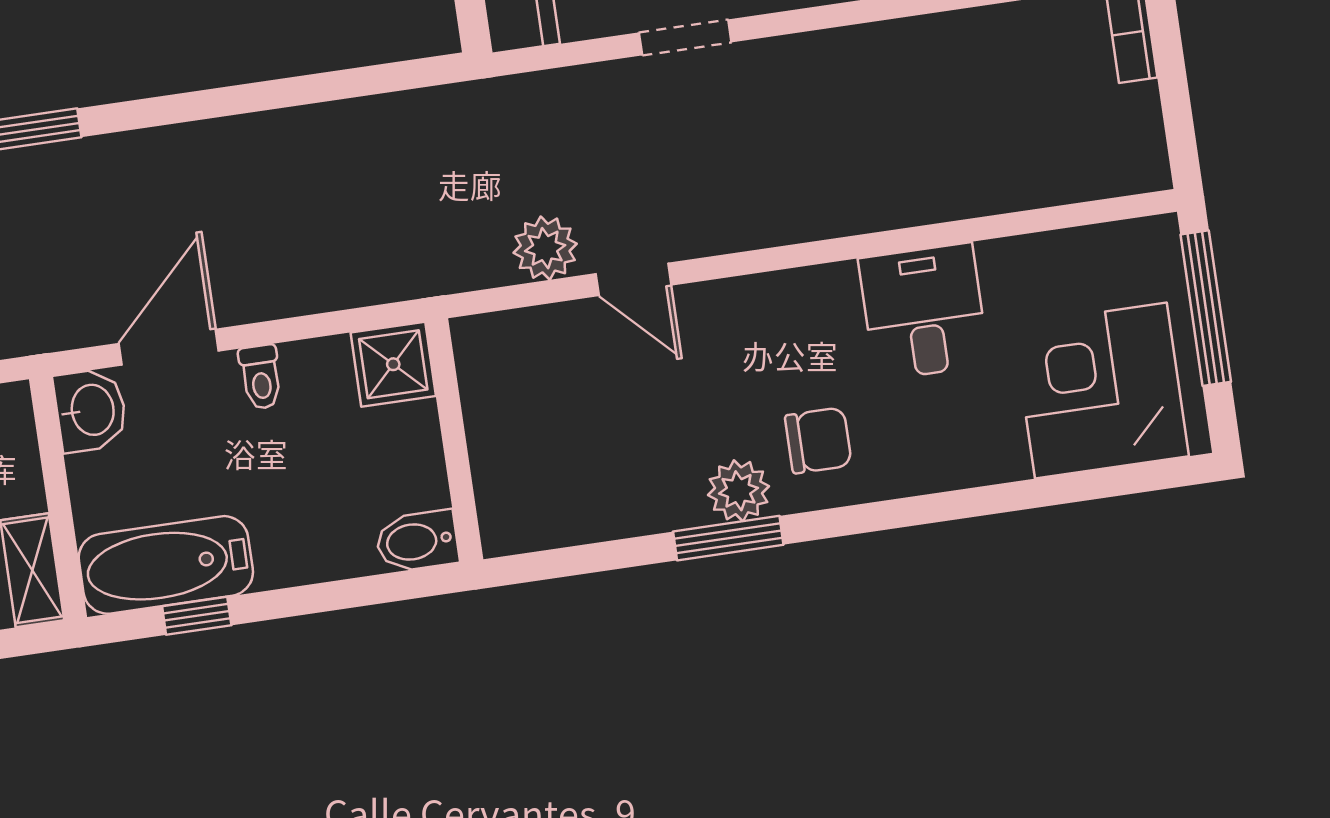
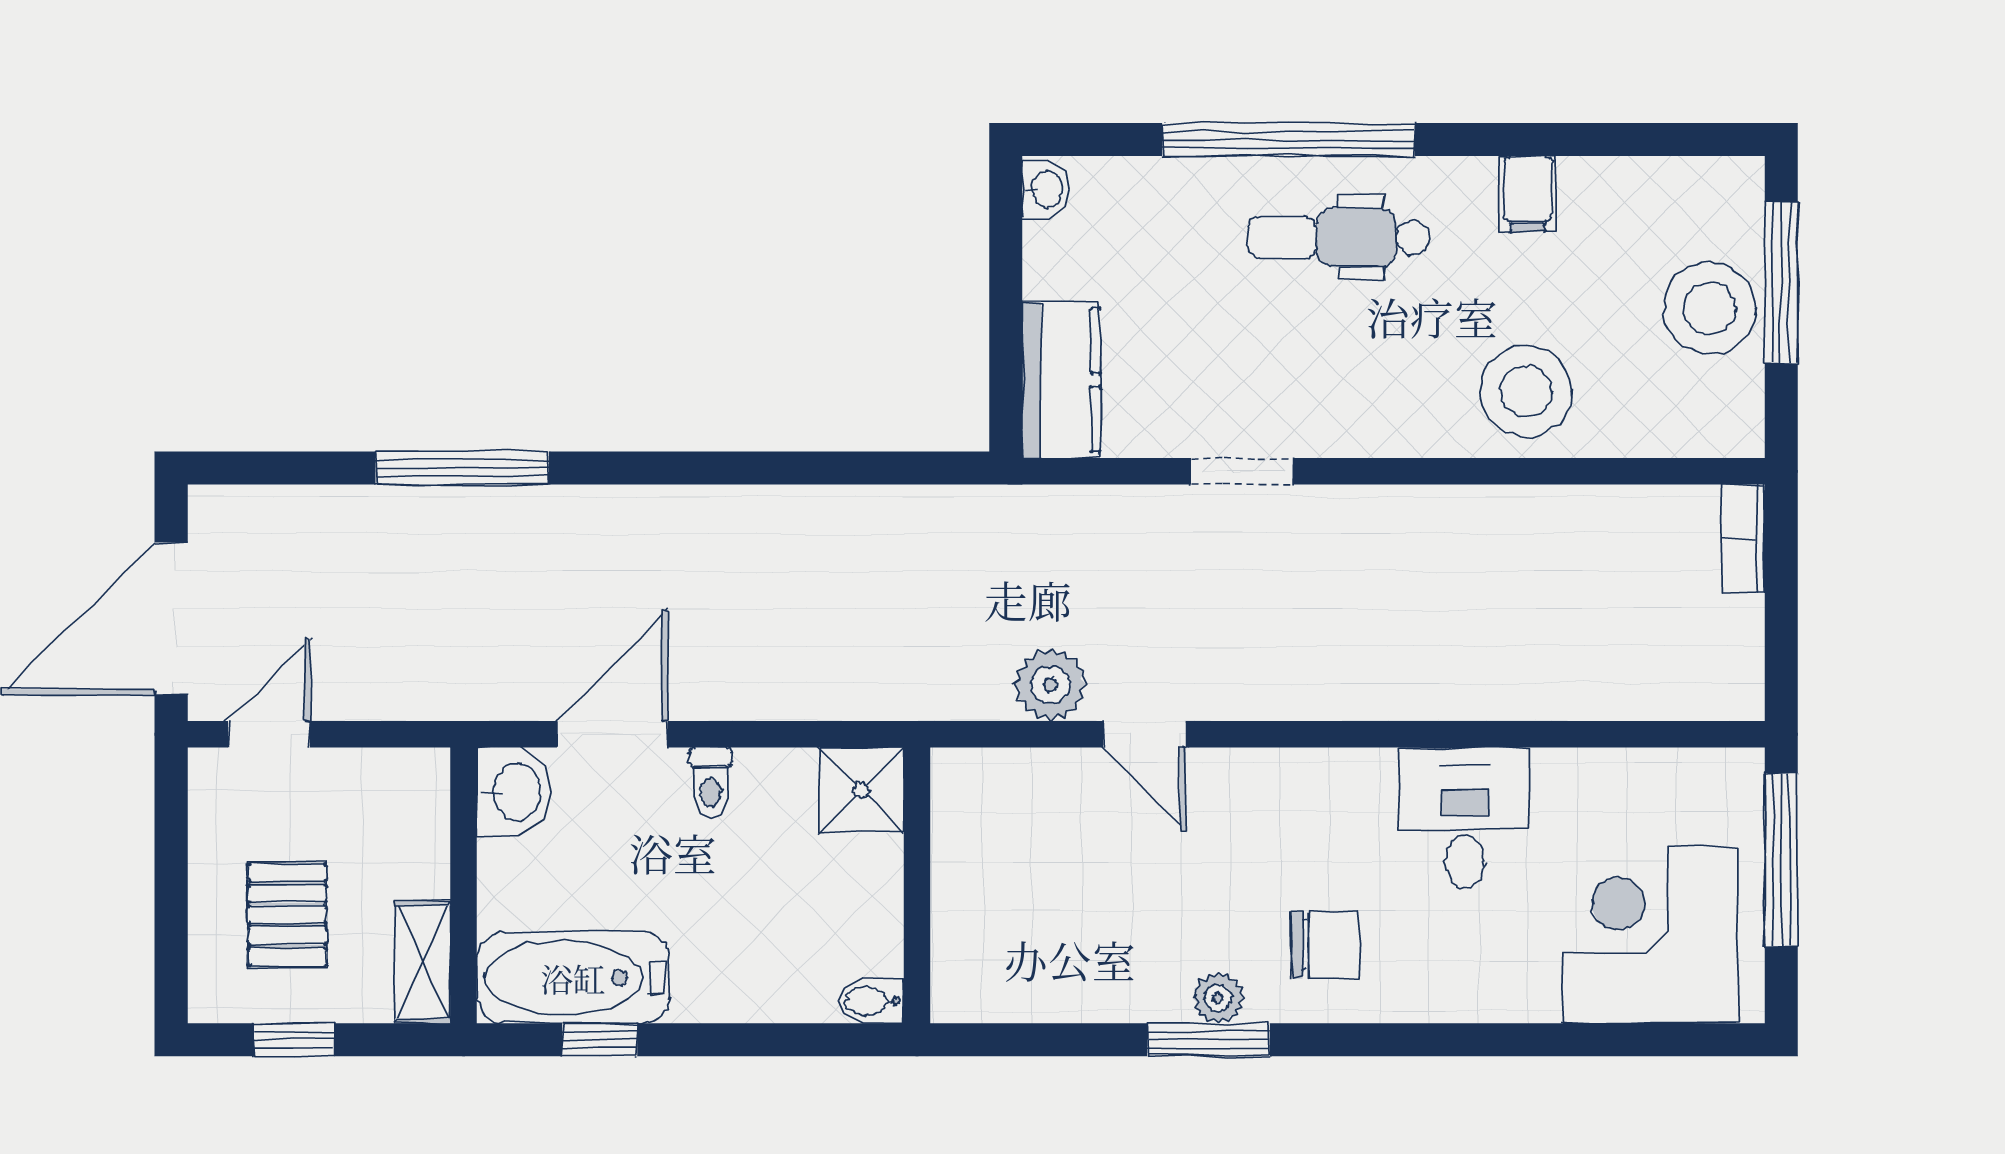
plant: (738, 491) -> (1218, 998), width x0.73, depth x0.73
bidet: (417, 541) -> (871, 1001), width x0.72, depth x0.74

